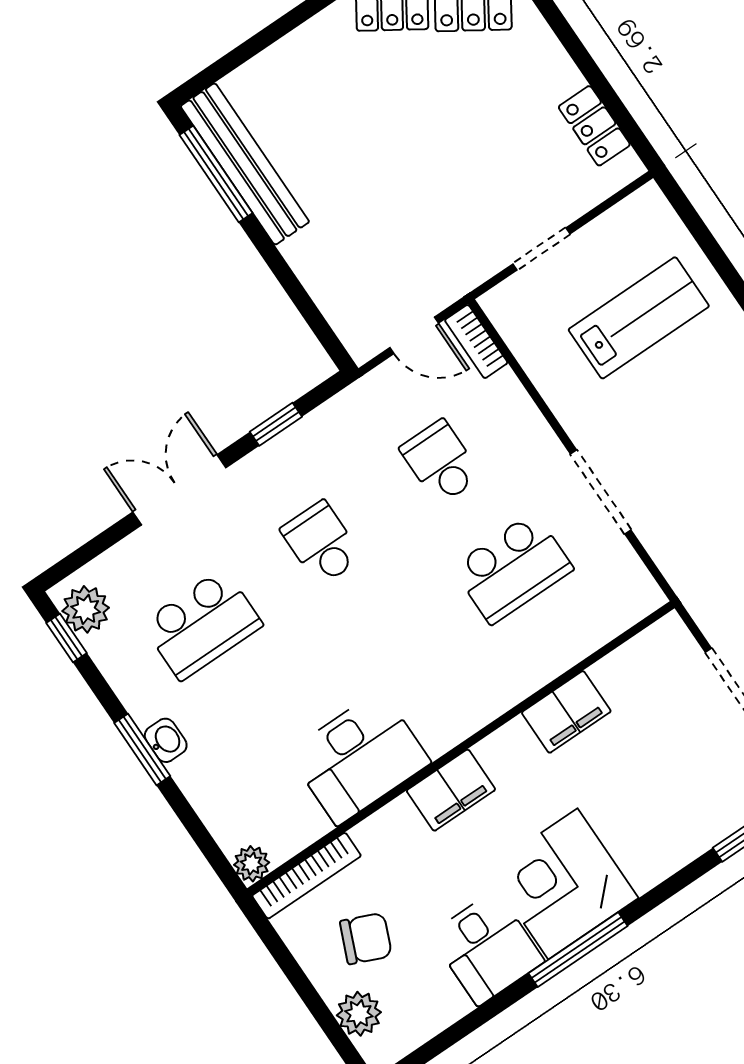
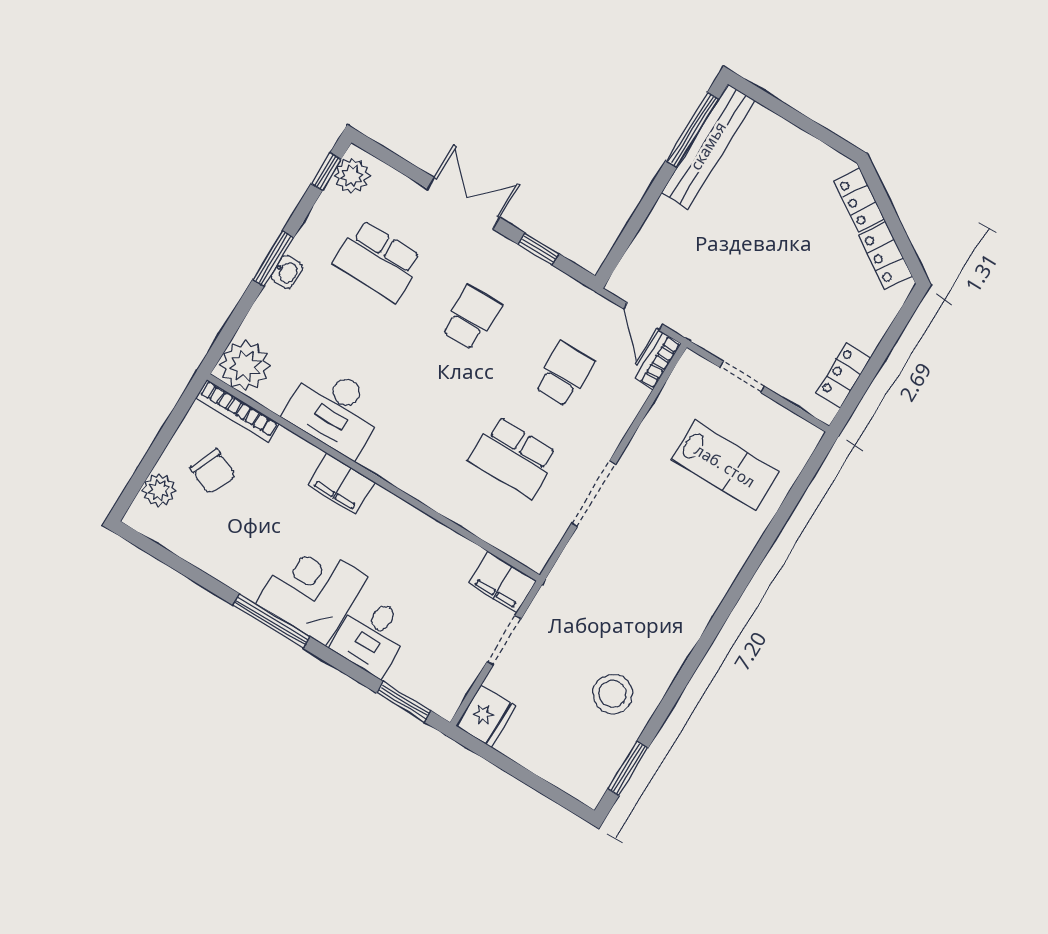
filing cabinet: (566, 712) -> (503, 582), moved
plant: (252, 864) -> (245, 366), width x1.88, depth x1.88
desk: (487, 948) -> (372, 636), moved

